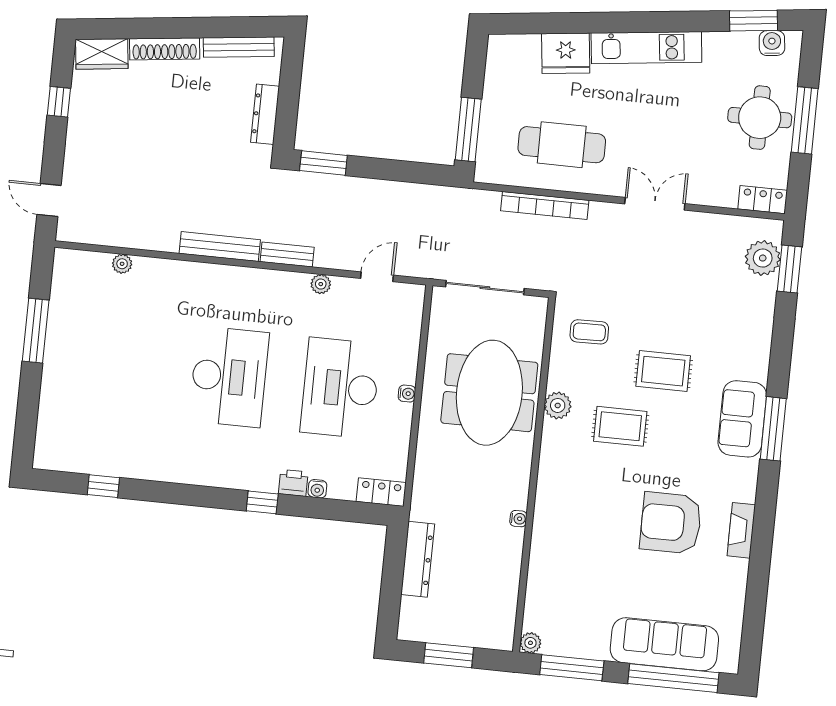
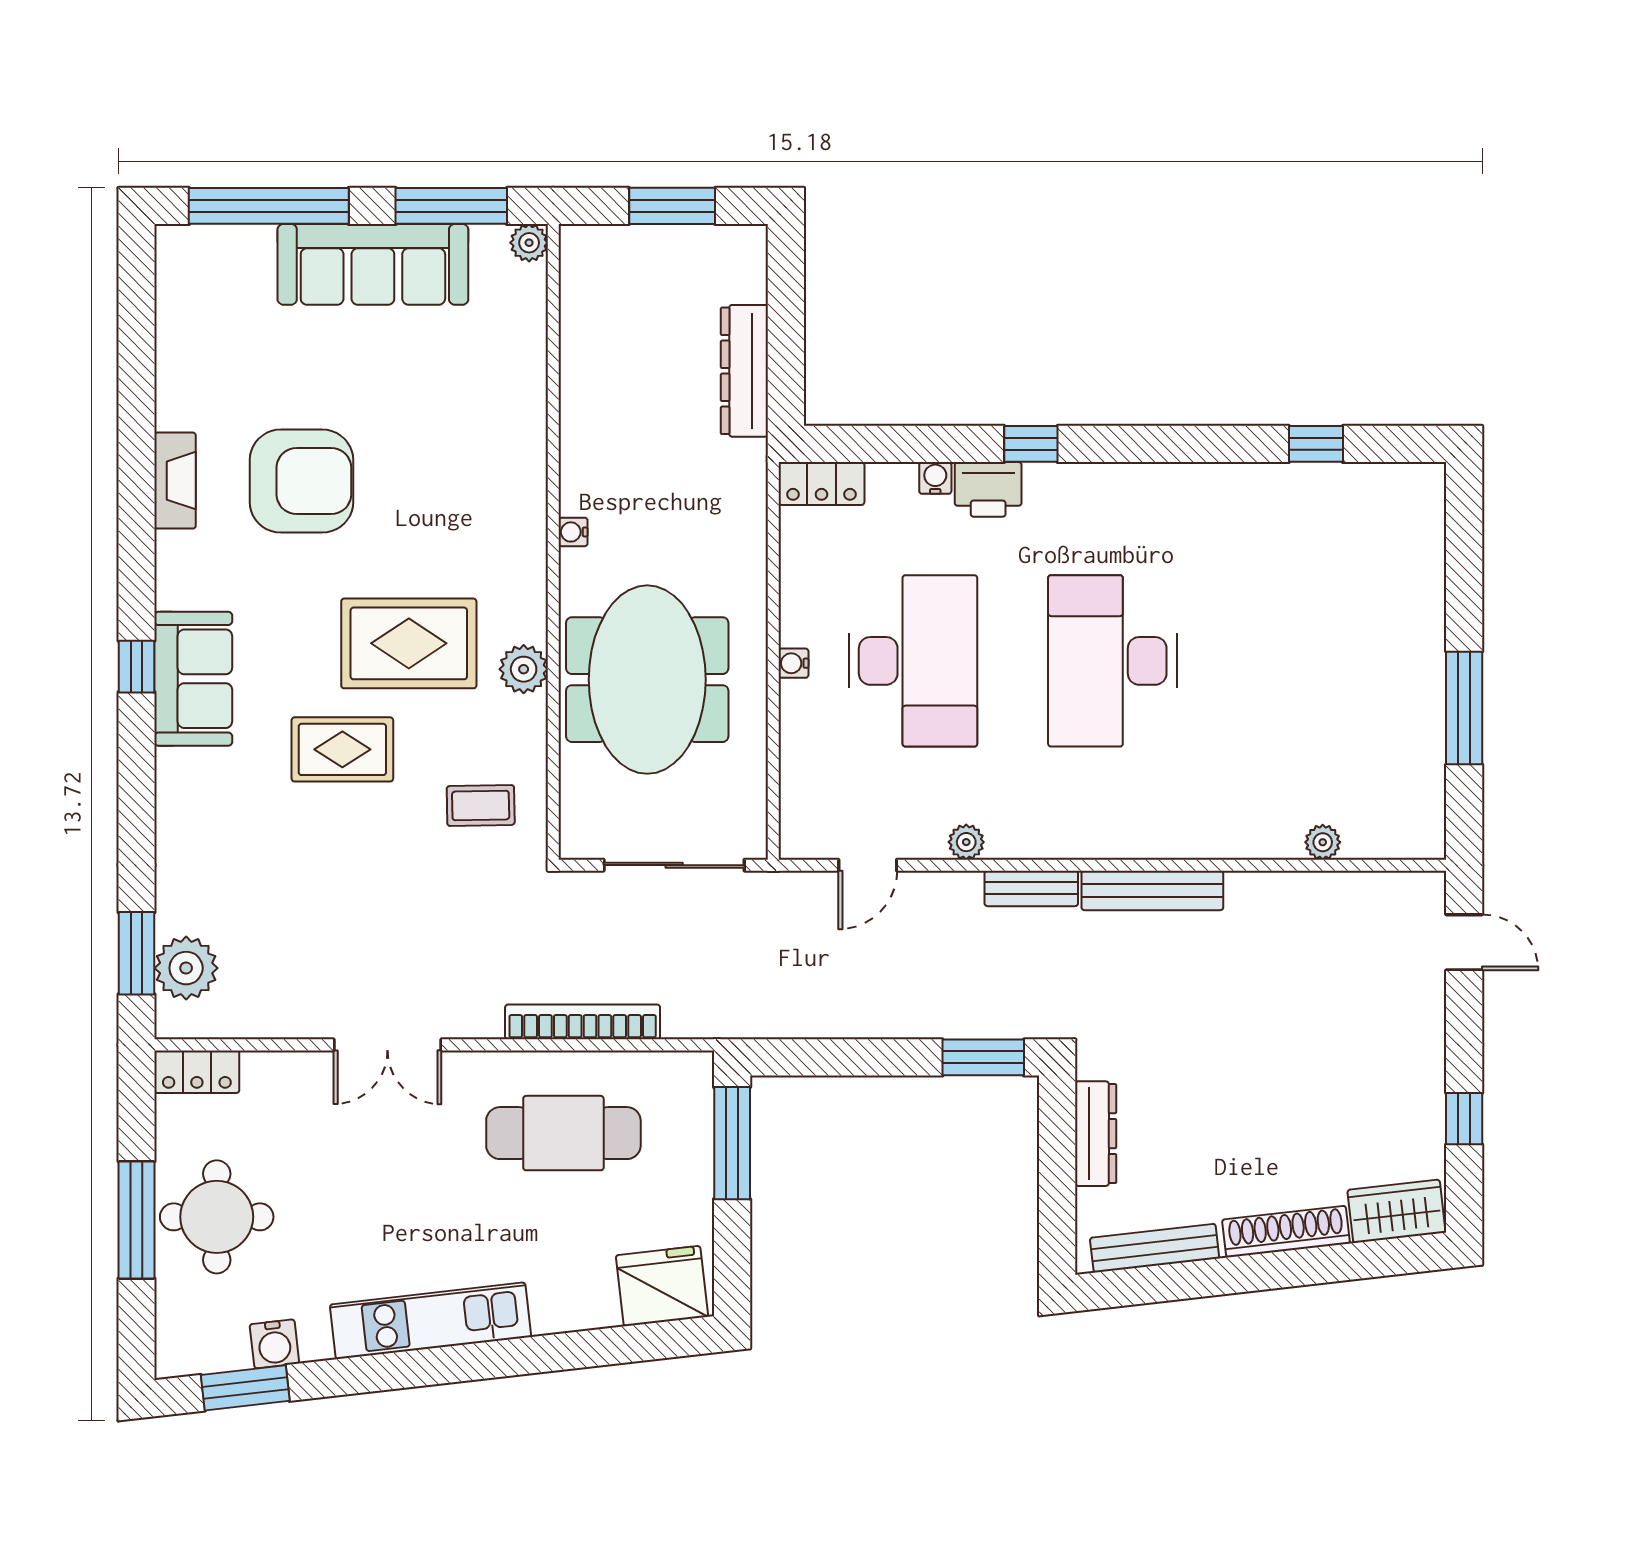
water cooler: (772, 43) -> (274, 1344), moved
fridge: (566, 53) -> (662, 1286), moved
rug: (620, 426) -> (409, 643), width x1.36, depth x1.43
window: (773, 429) -> (136, 667), width x0.46
printer: (293, 483) -> (988, 489), width x1.36, depth x1.24
water cooler: (518, 519) -> (573, 532), moved
sofa: (664, 644) -> (373, 264), moved

